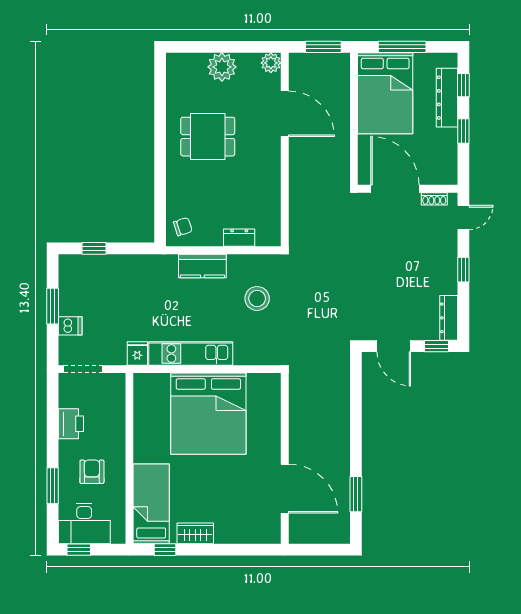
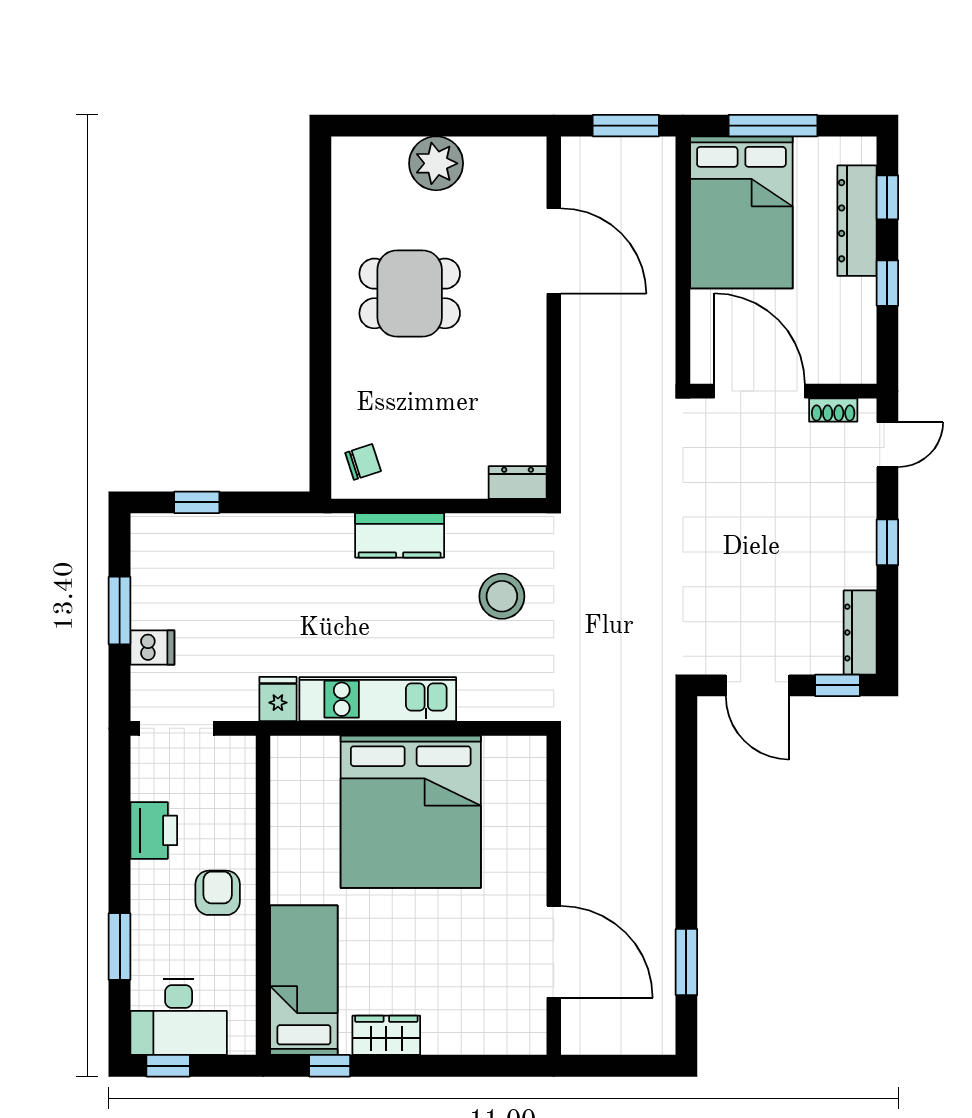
plant: (271, 63) -> (528, 156), removed
dresser: (239, 238) -> (518, 482), moved
armchair: (92, 472) -> (218, 893), moved

